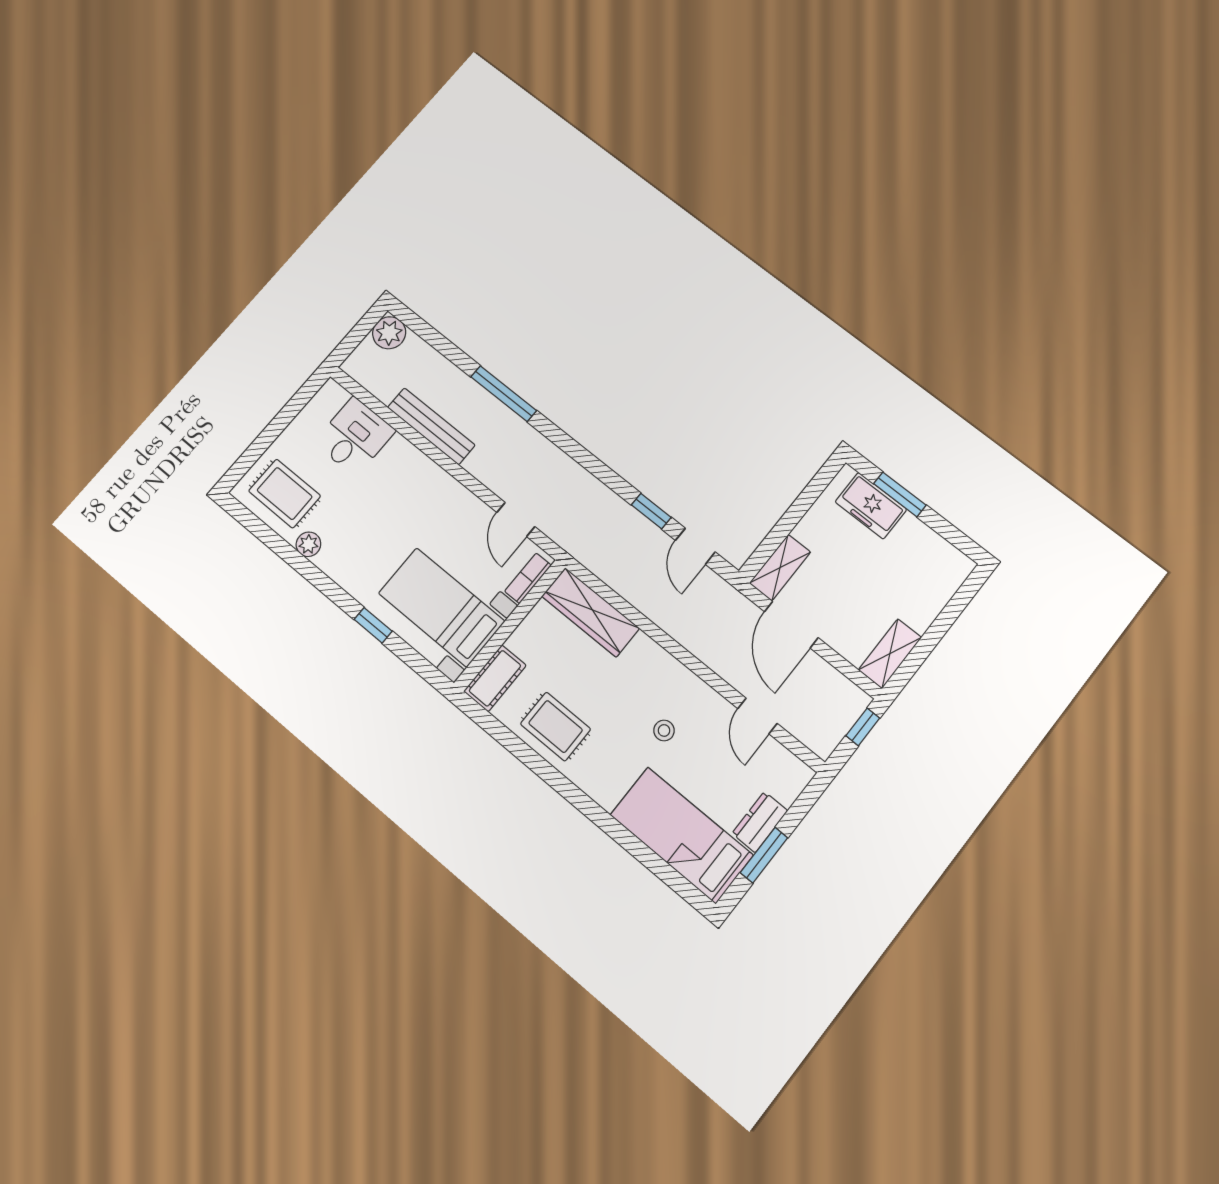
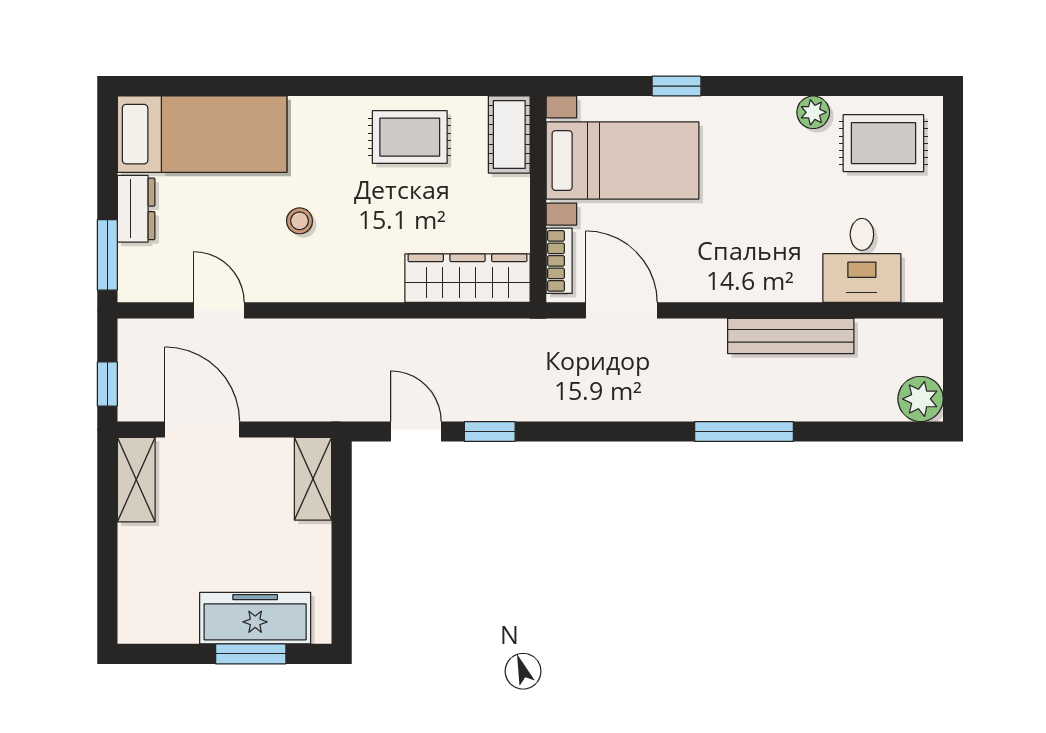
freezer: (871, 506) -> (255, 618), width x1.40
door: (516, 520) -> (621, 310), width x1.38
door: (791, 625) -> (202, 430), moved
window: (764, 855) -> (107, 255), moved

